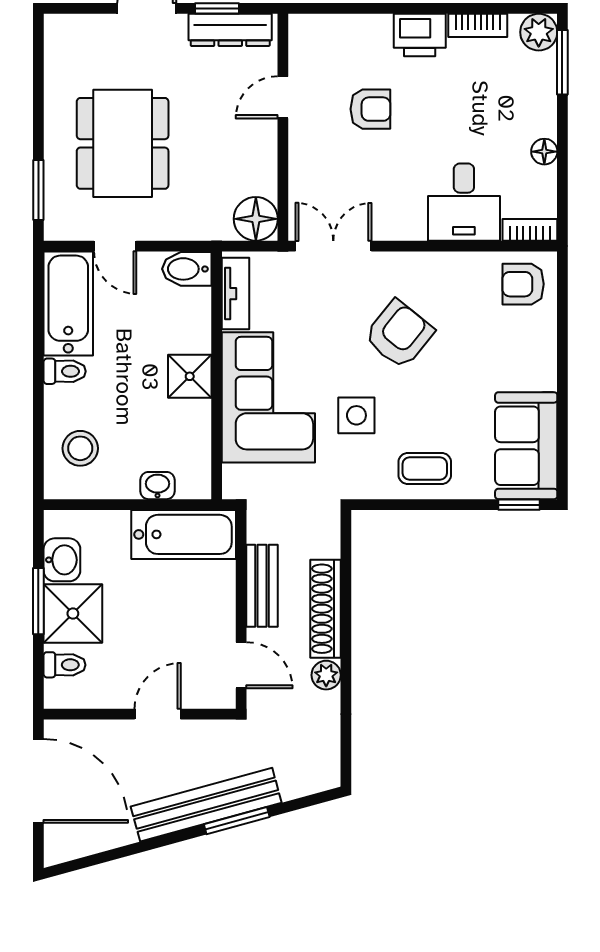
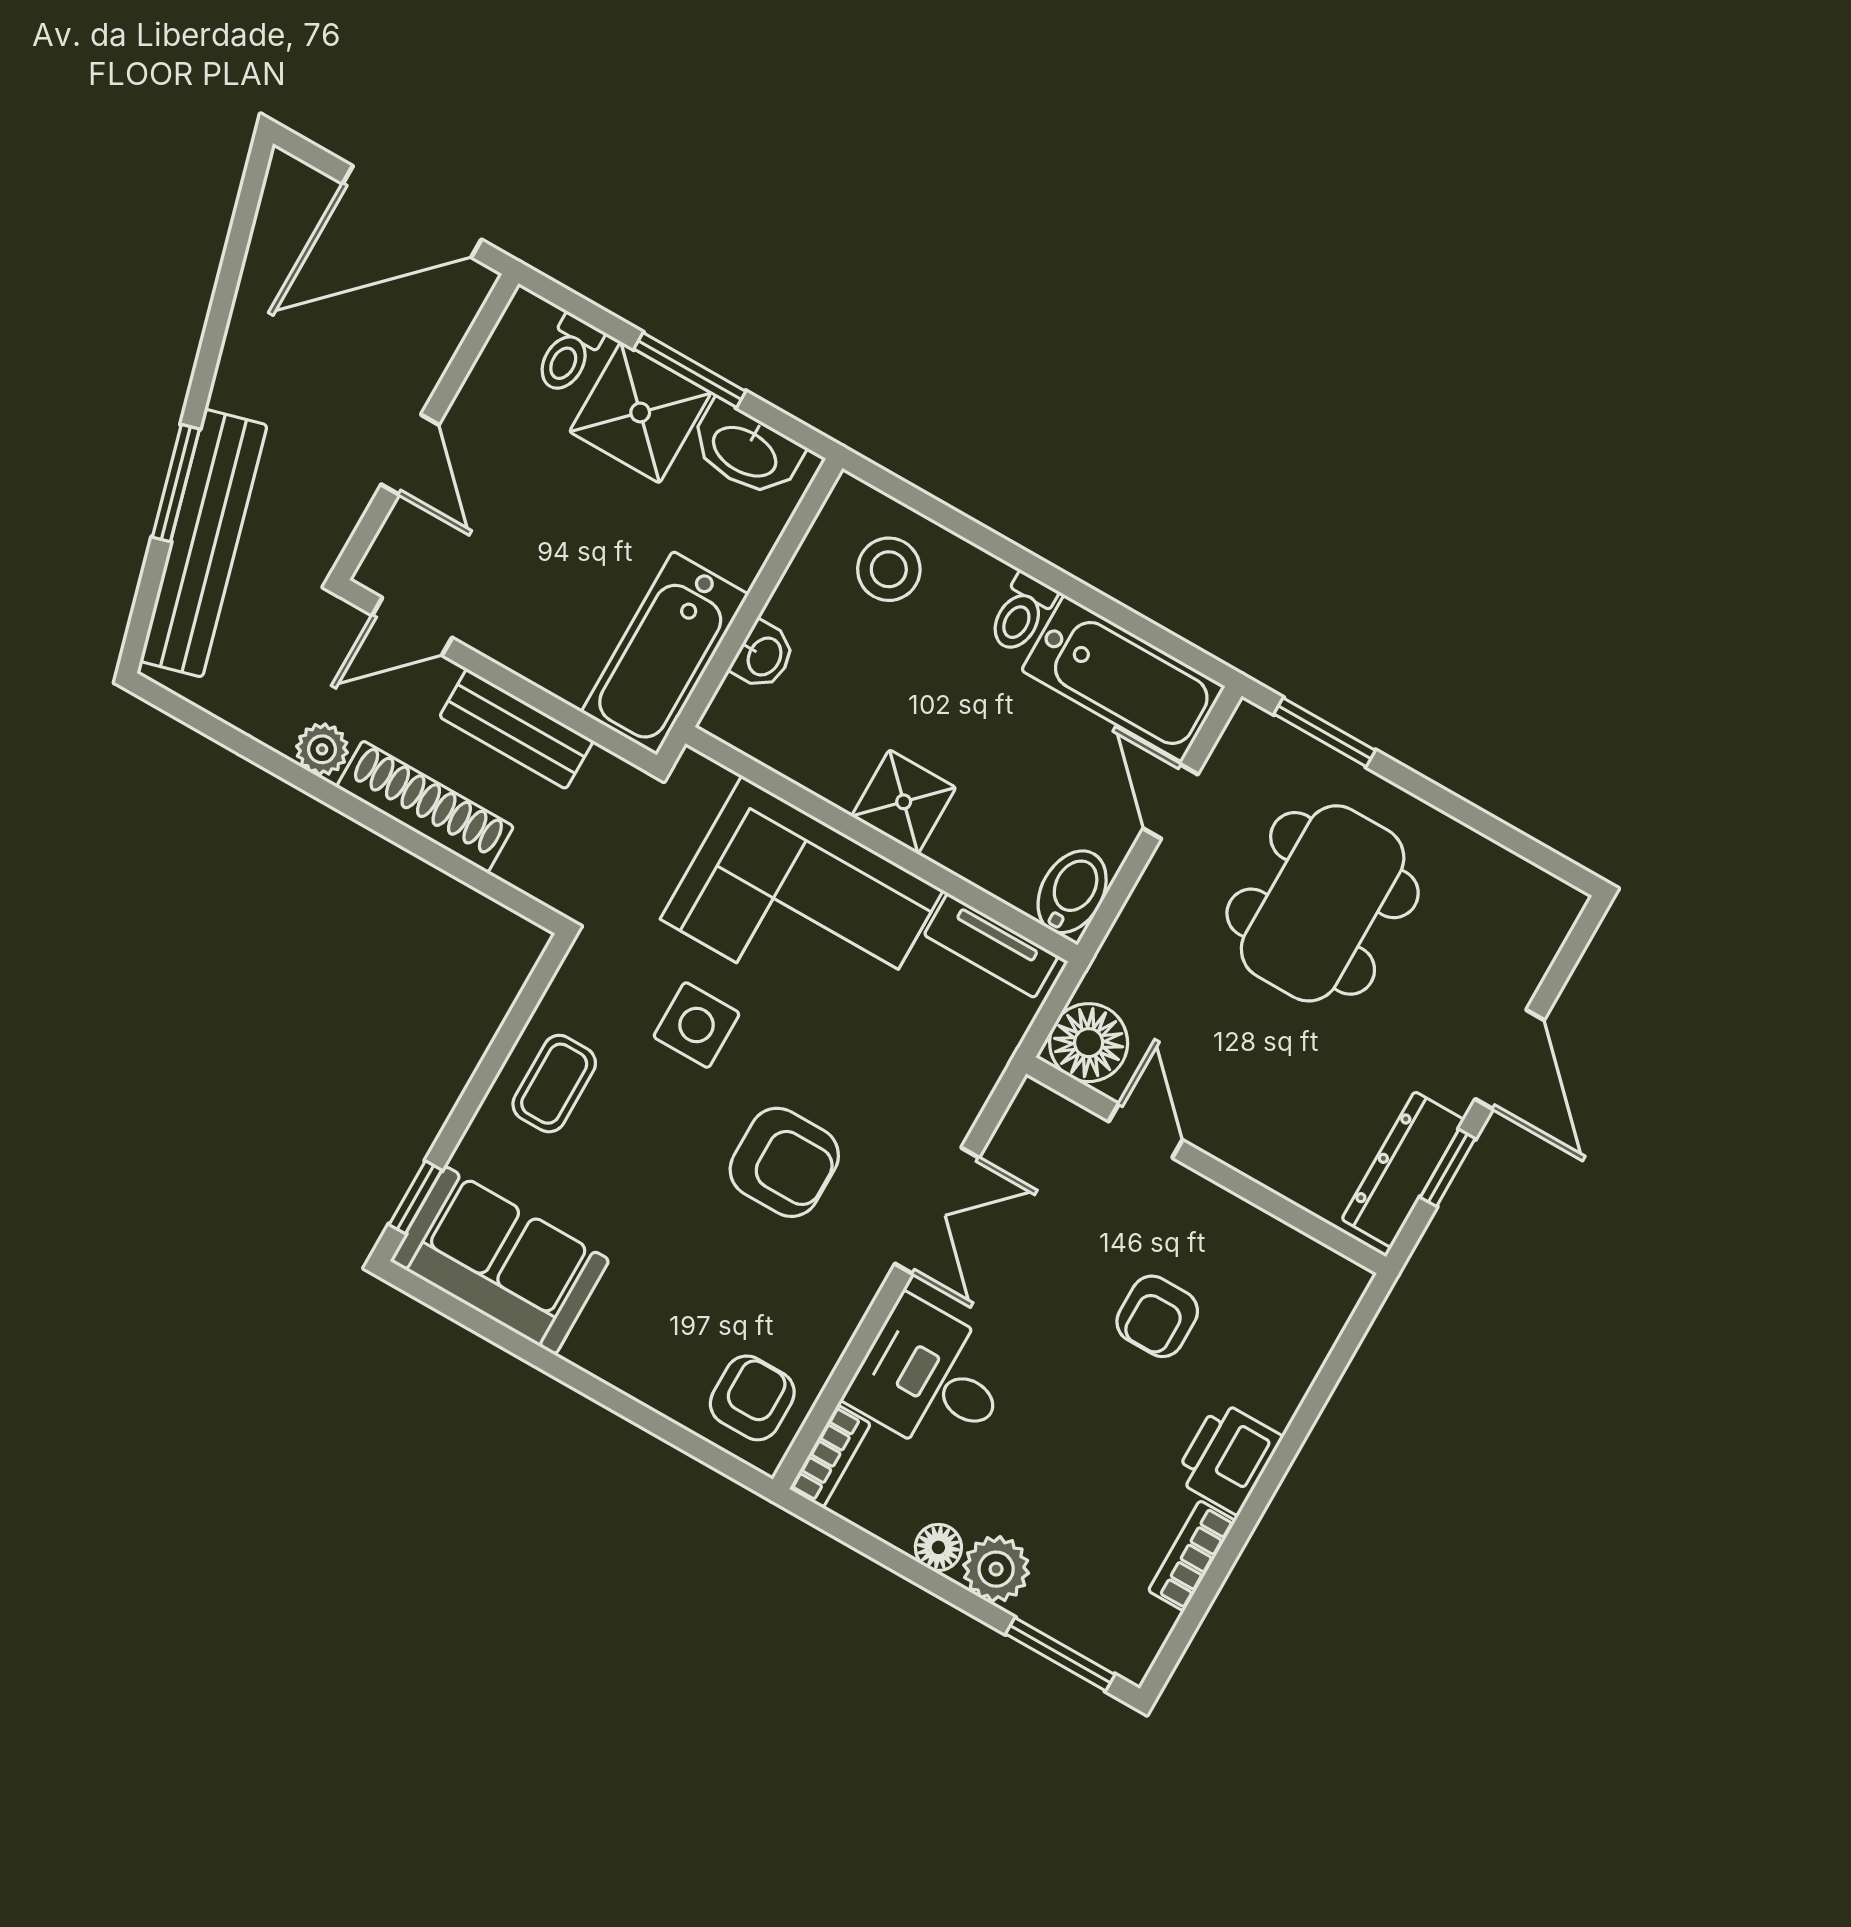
plant: (539, 32) -> (996, 1569), moved
door: (283, 97) -> (1146, 1131), moved
dining table: (123, 143) -> (1323, 903), turned 90
door: (115, 246) -> (1171, 801), hinge flipped
double door: (333, 246) -> (937, 1211), moved
armchair: (399, 334) -> (784, 1162), turned -39
washbasin: (62, 560) -> (746, 450), width x1.38
bench: (206, 805) -> (204, 543), moved

